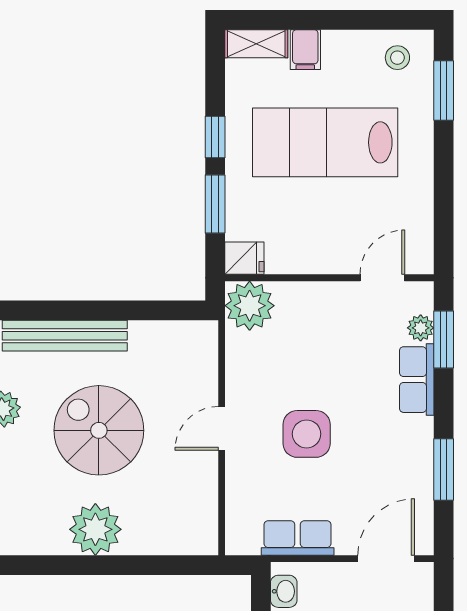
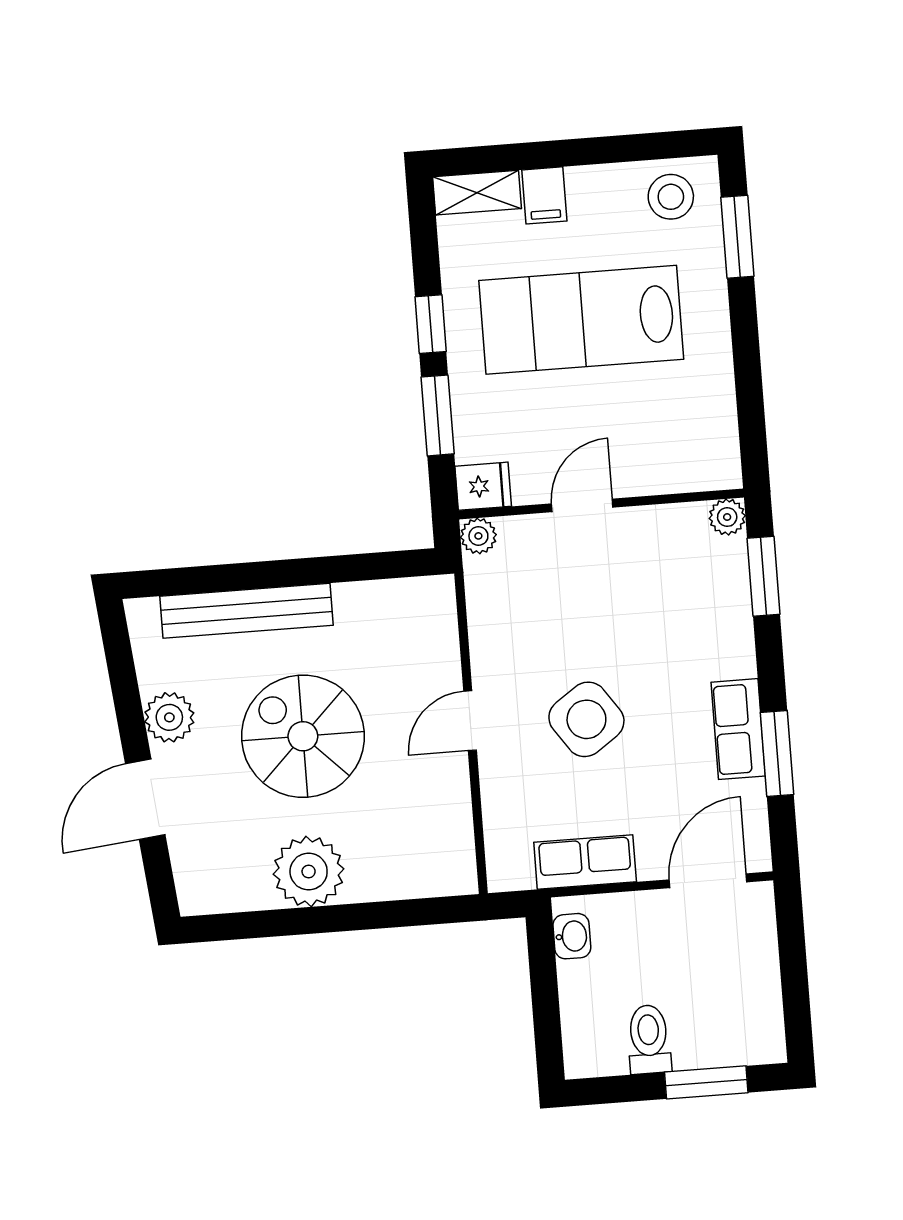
stool: (397, 58) -> (671, 197), width x1.37, depth x1.37
door: (382, 278) -> (582, 505), moved
plant: (250, 306) -> (478, 536), width x0.53, depth x0.53
plant: (421, 328) -> (727, 517), moved
row of seats: (417, 380) -> (738, 729), moved
side table: (307, 434) -> (586, 719), turned -35

